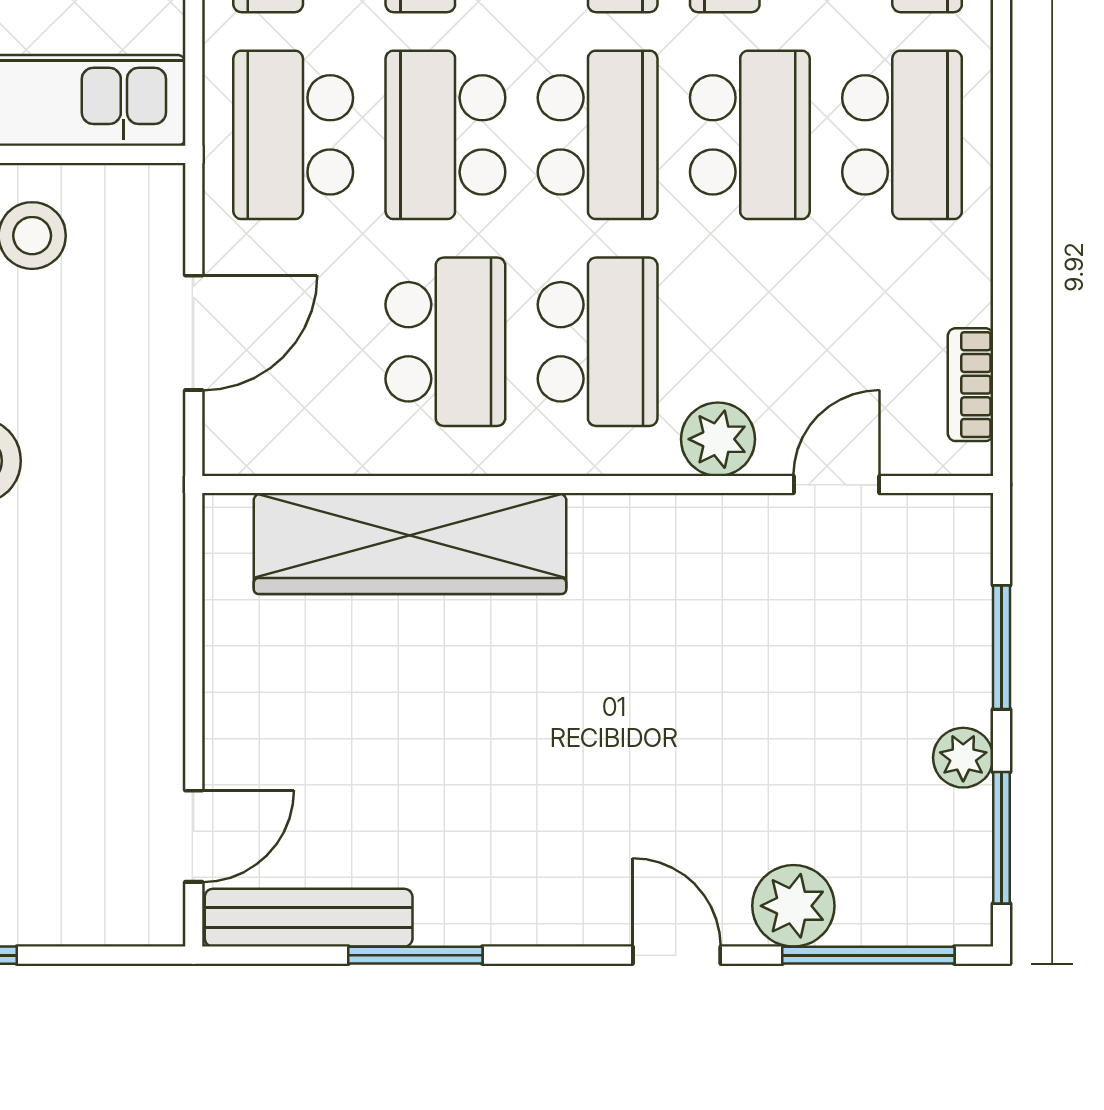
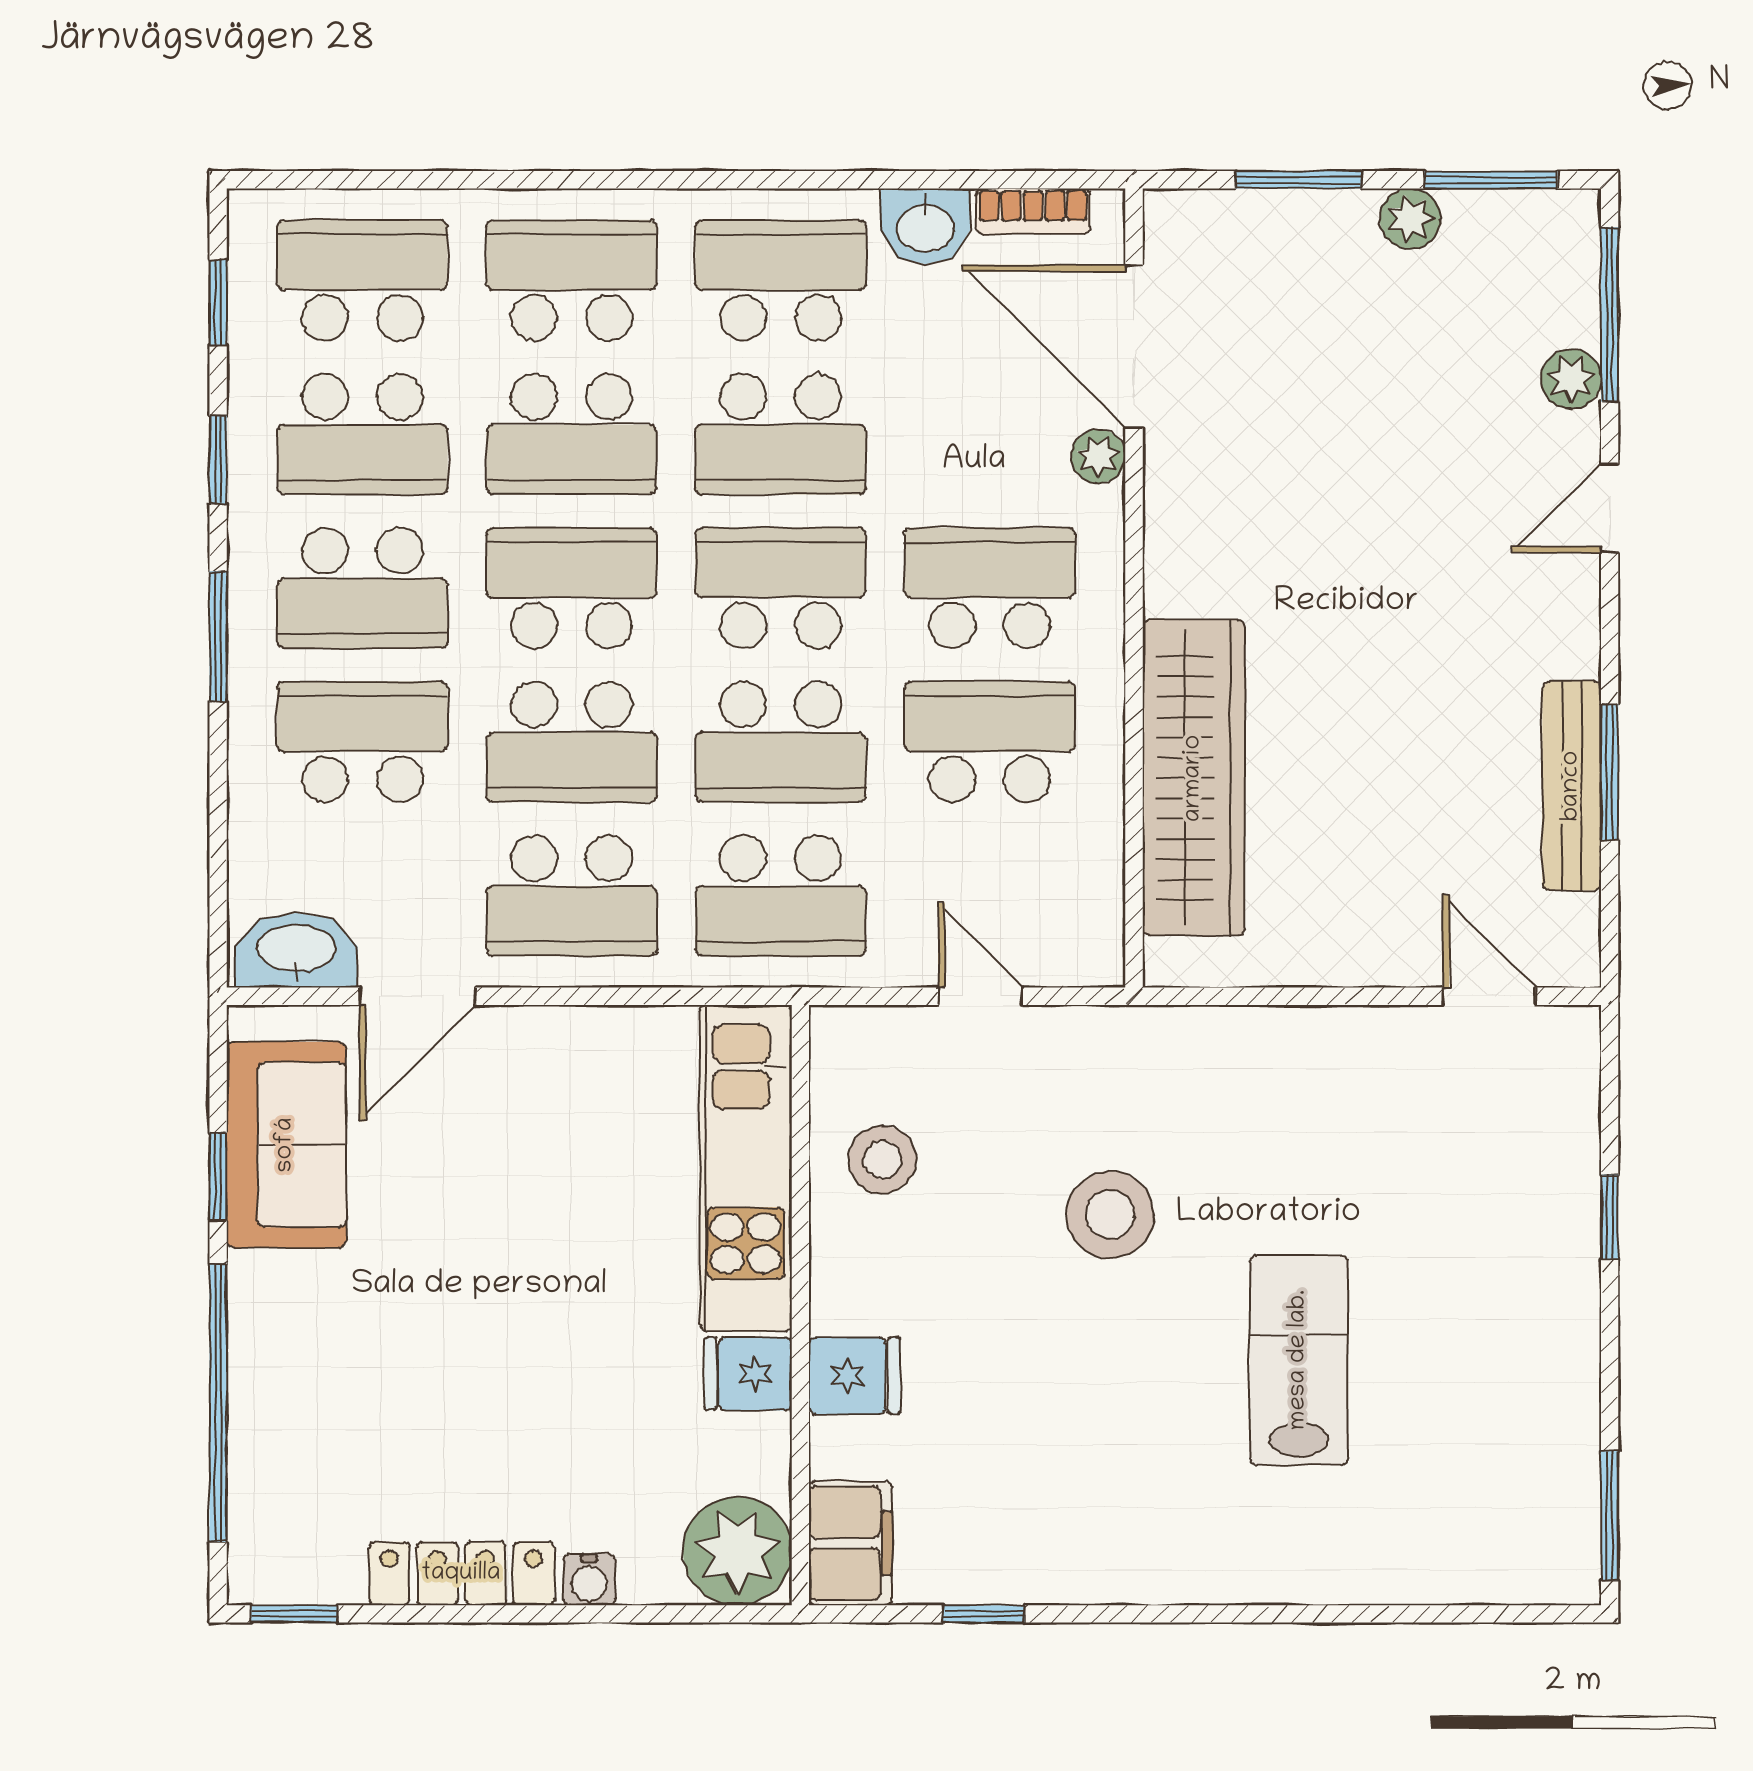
school desk: (750, 135) -> (781, 434), turned 180
washbasin: (956, 278) -> (925, 226), added
door: (194, 333) -> (981, 996), width x0.73
plant: (718, 439) -> (1098, 456), width x0.73, depth x0.73
door: (837, 485) -> (1134, 346), width x1.88
plant: (793, 906) -> (1571, 379), width x0.73, depth x0.73
bench: (309, 918) -> (1572, 786), moved

